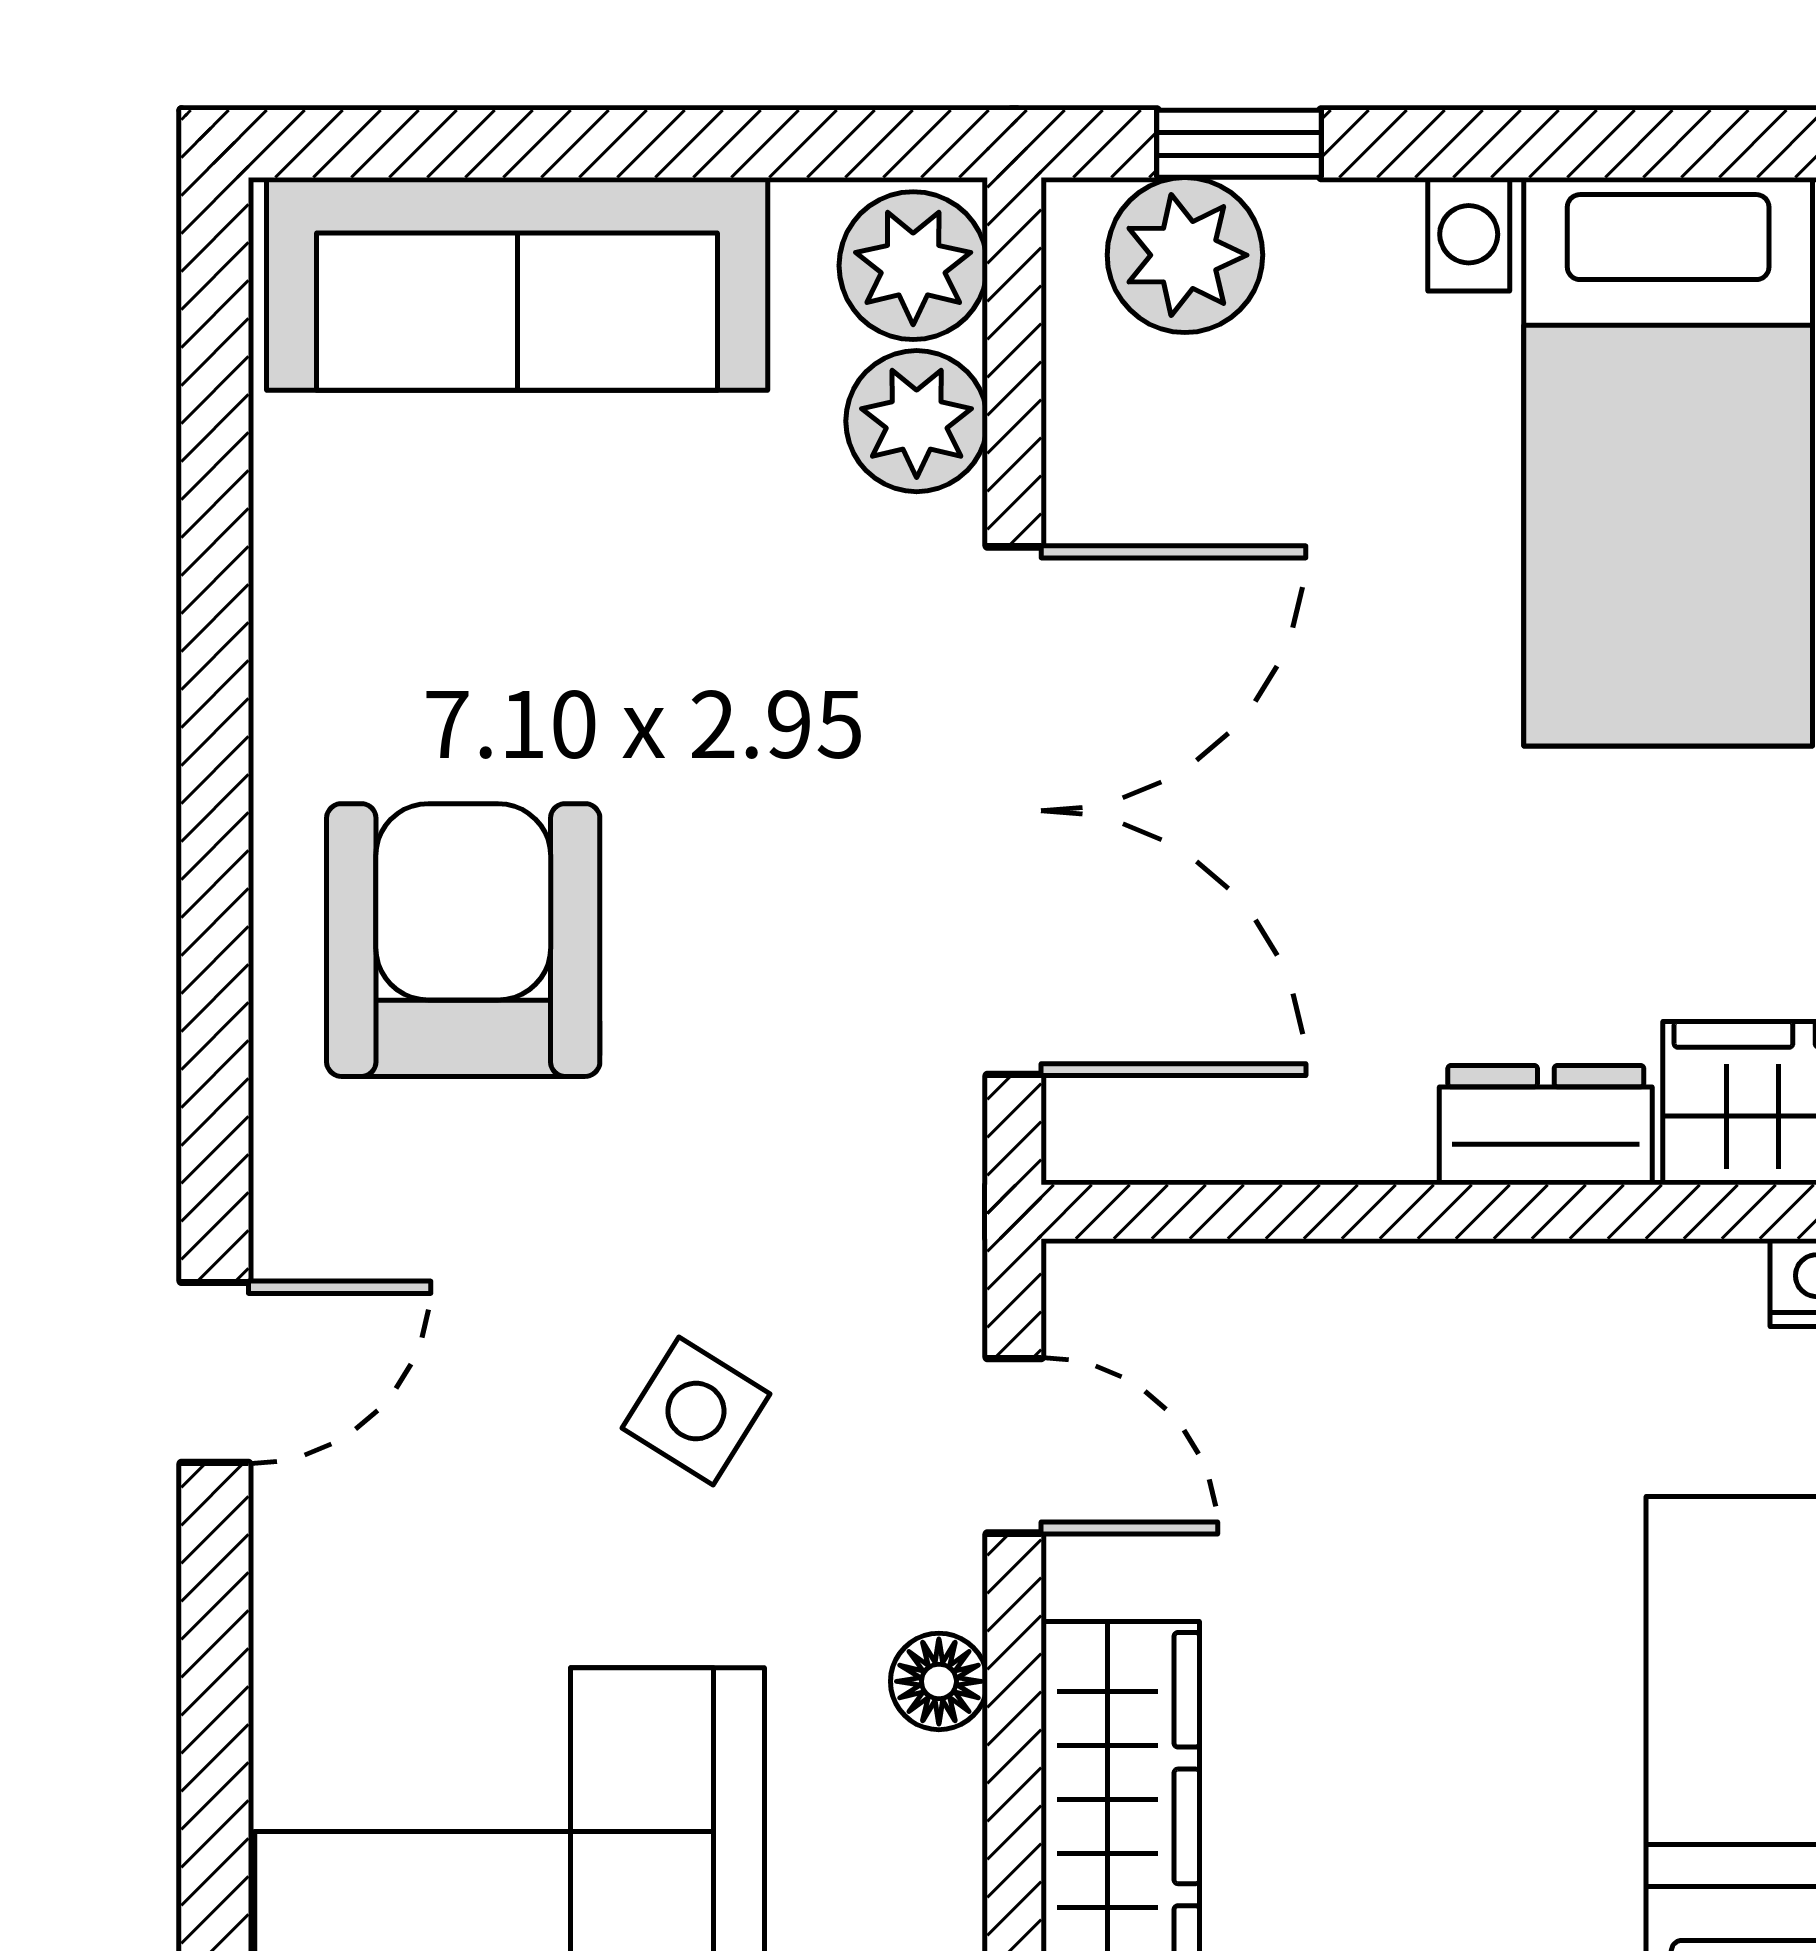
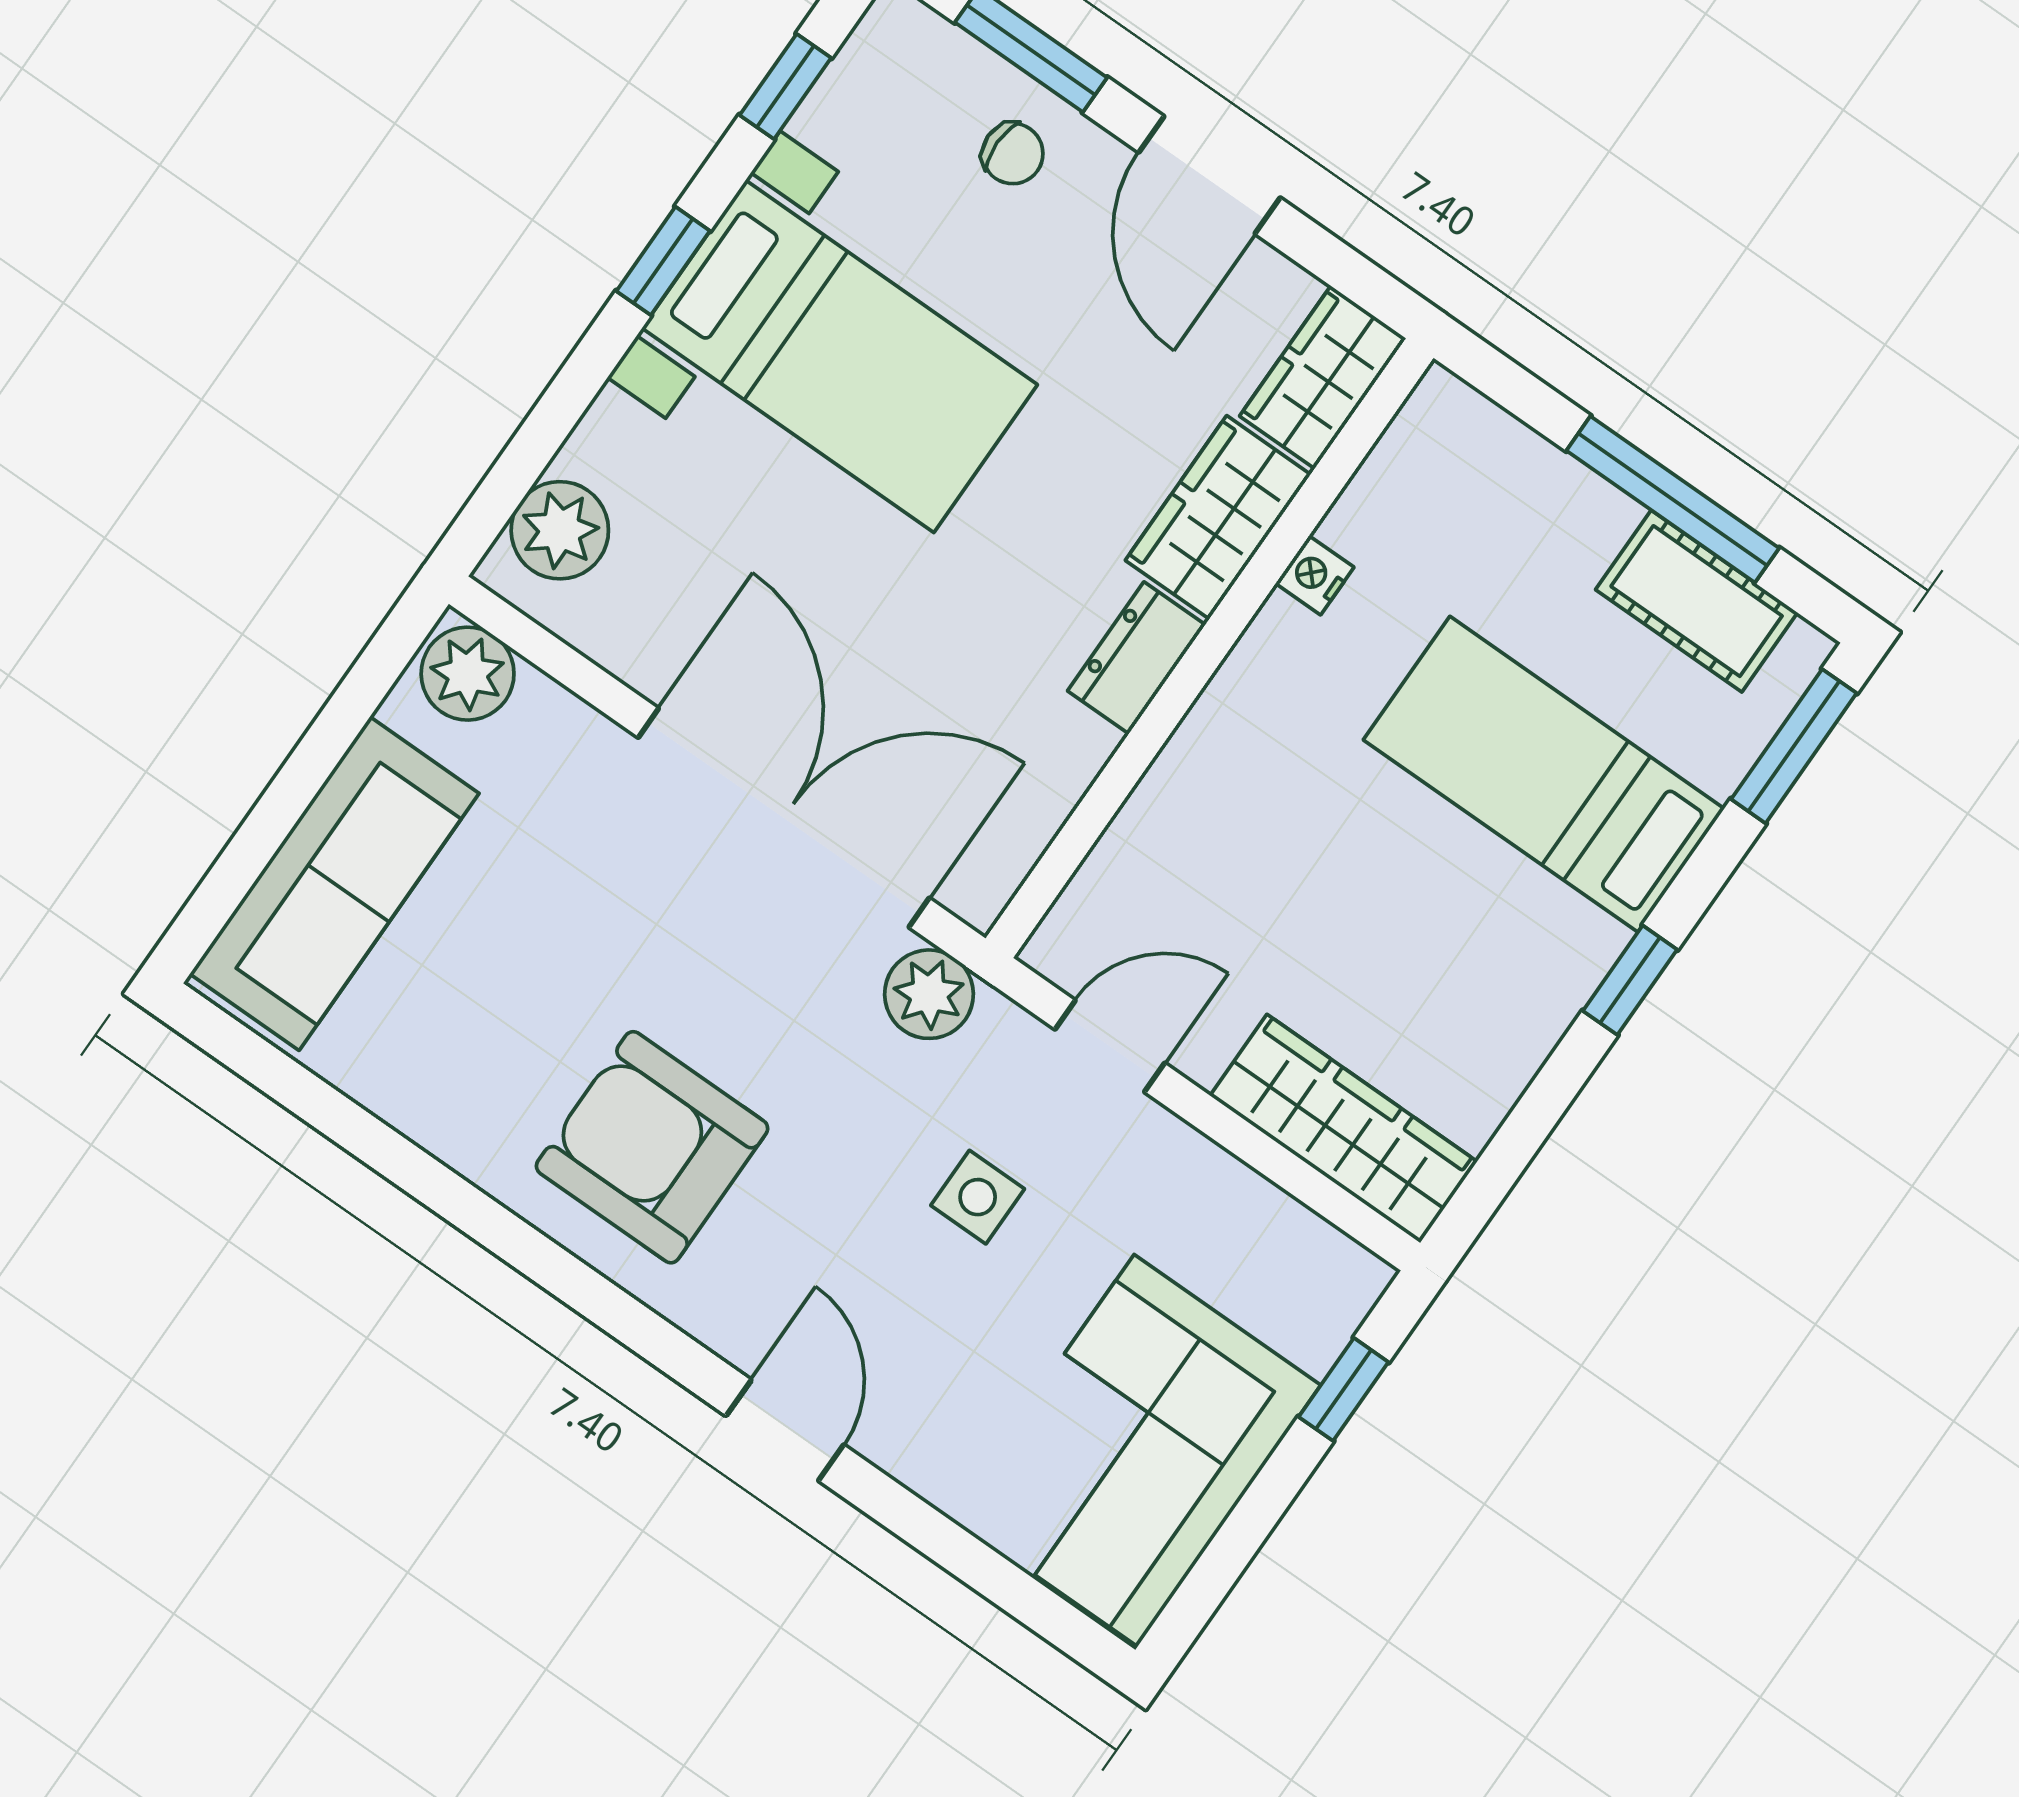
window: (1239, 144) -> (663, 261), moved
plant: (917, 421) -> (929, 994), moved
side table: (696, 1411) -> (978, 1197), turned -32
floor lamp: (939, 1681) -> (1204, 1170), removed

